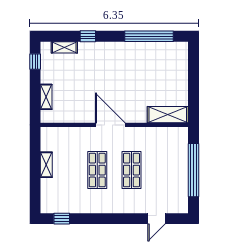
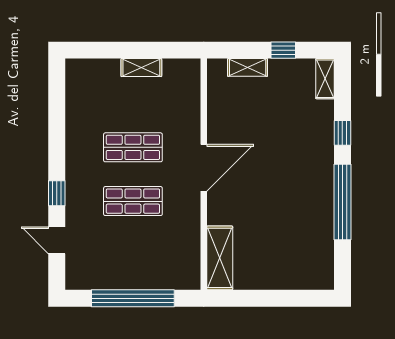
window: (149, 36) -> (342, 202), moved
shelving: (64, 47) -> (325, 79), moved
window: (35, 62) -> (283, 50), moved
window: (62, 219) -> (57, 193), moved

